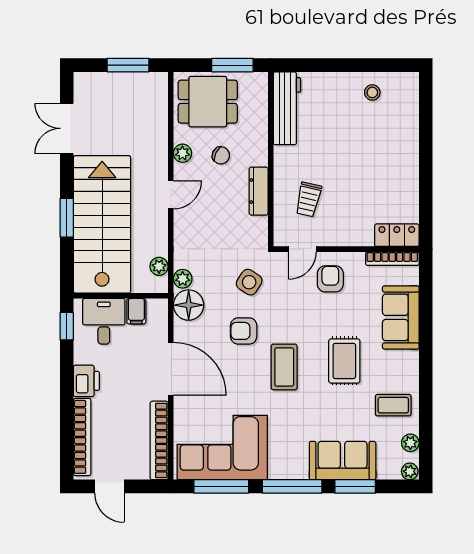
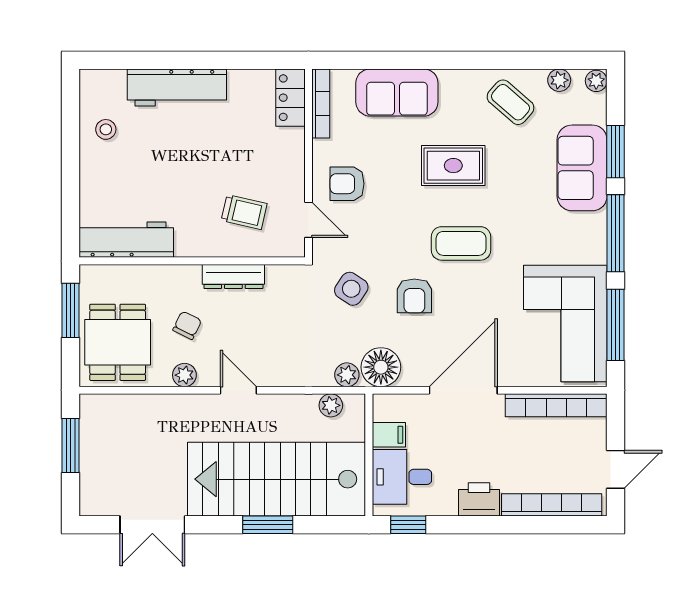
workbench: (405, 147) -> (177, 87), added
coffee table: (393, 405) -> (510, 102), turned -49

